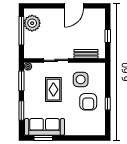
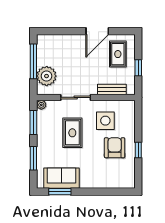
plant: (32, 23) -> (47, 76), moved
rug: (91, 25) -> (118, 54), added
armchair: (88, 102) -> (115, 148), turned 180
sofa: (44, 127) -> (61, 178), width x0.73

